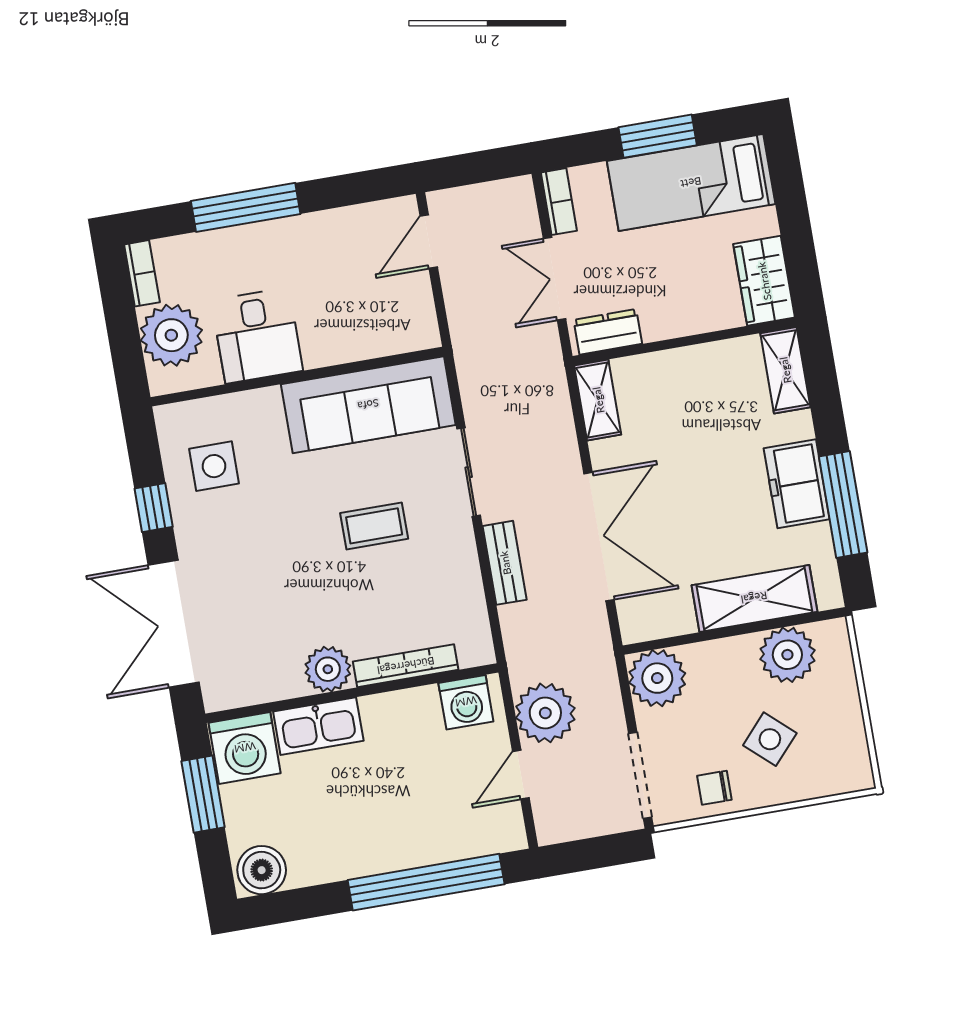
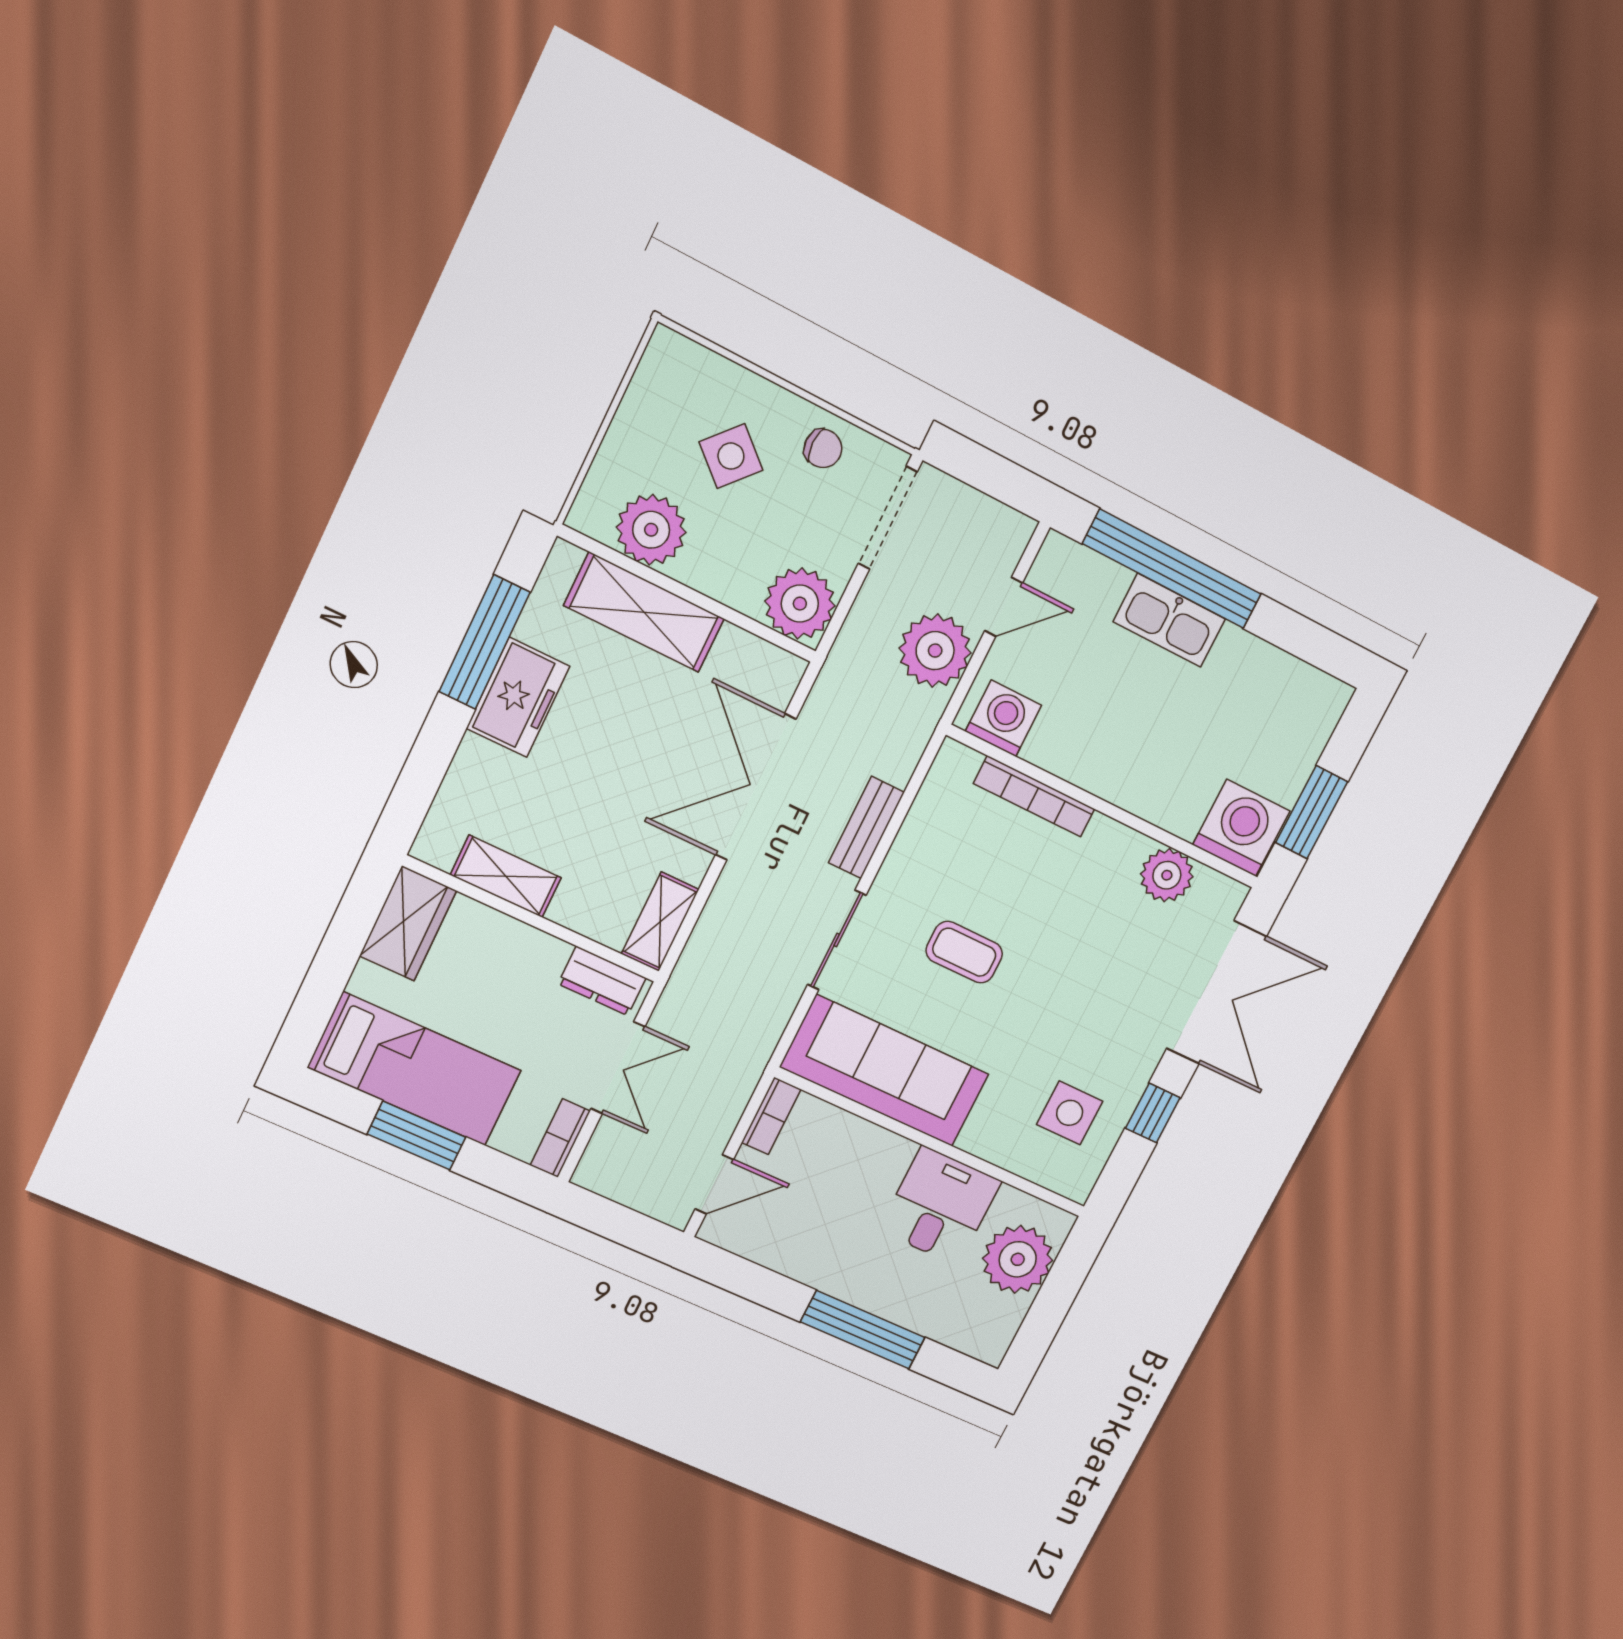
bookcase: (142, 273) -> (771, 1116), moved, turned 180
shelving: (785, 370) -> (506, 876), moved, turned 90
plant: (328, 669) -> (1167, 875), moved
kitchen sink: (318, 726) -> (1169, 620), moved, turned 180
boiler: (262, 870) -> (1314, 699), removed

